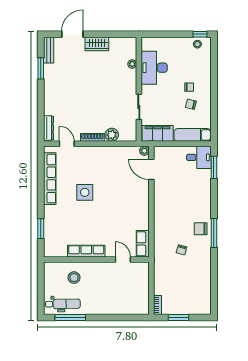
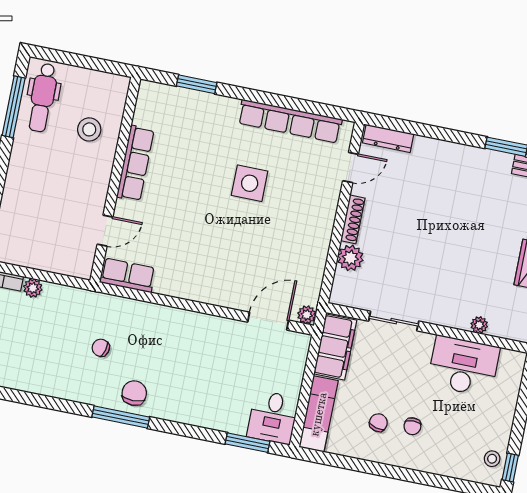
plant: (159, 290) -> (33, 288), added

